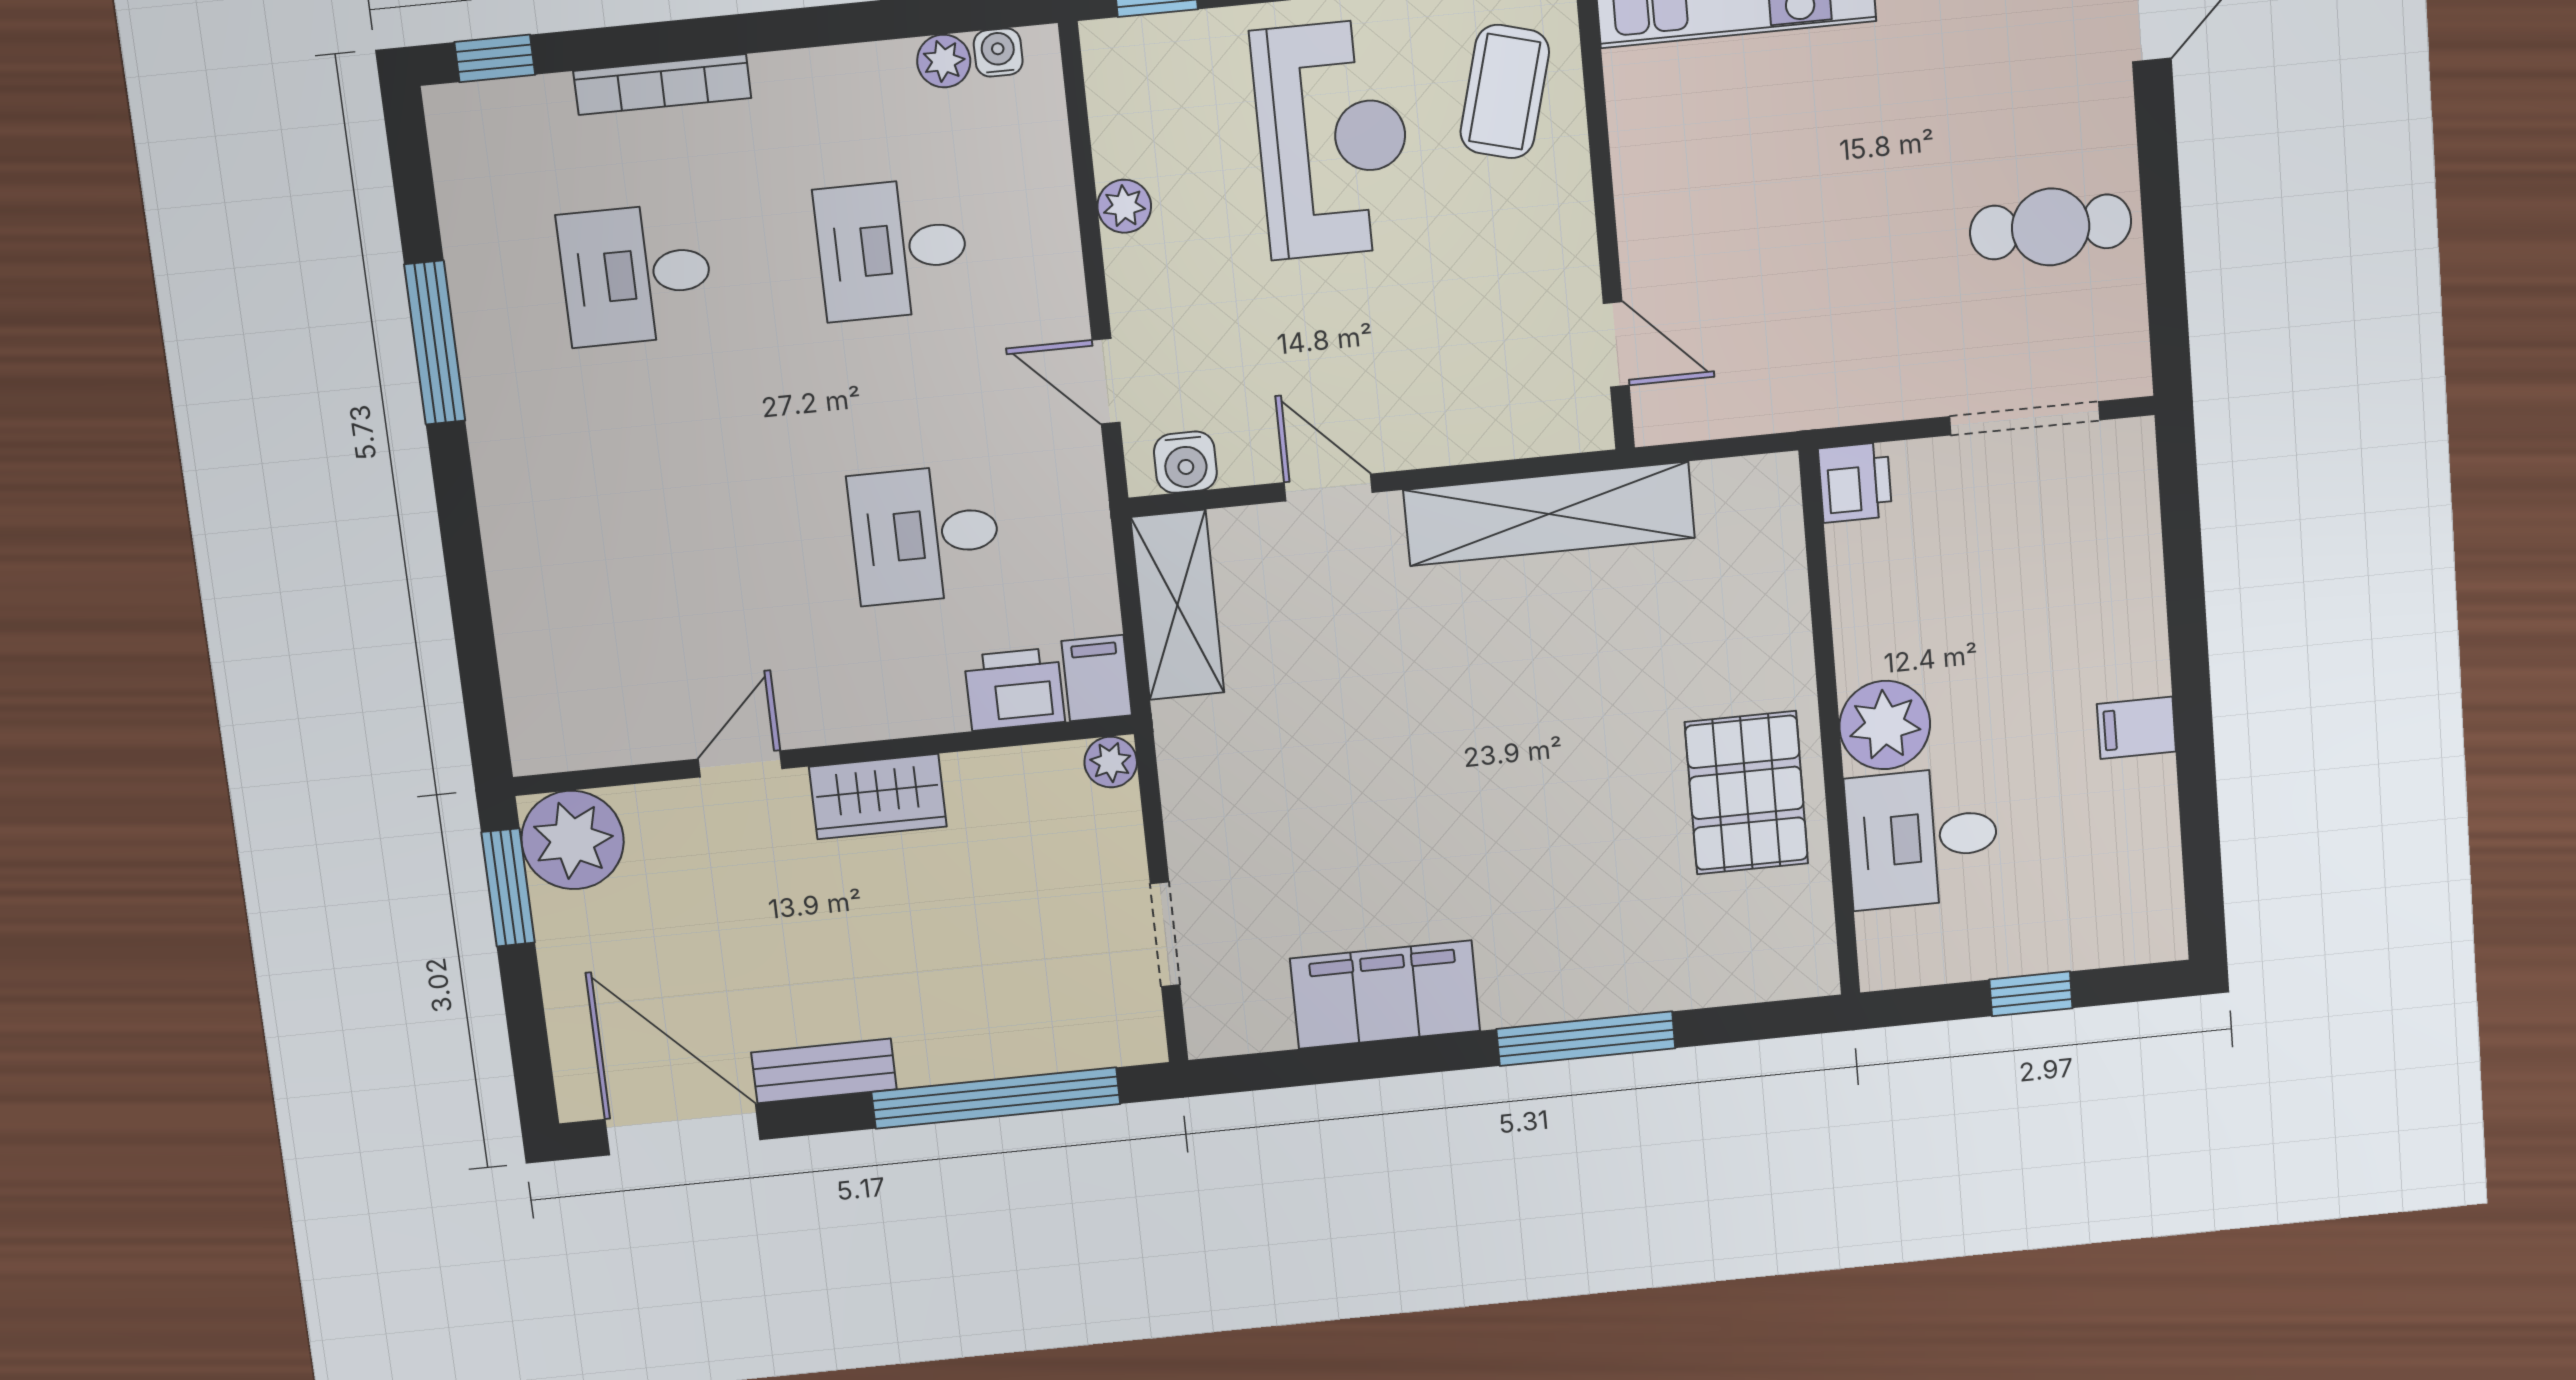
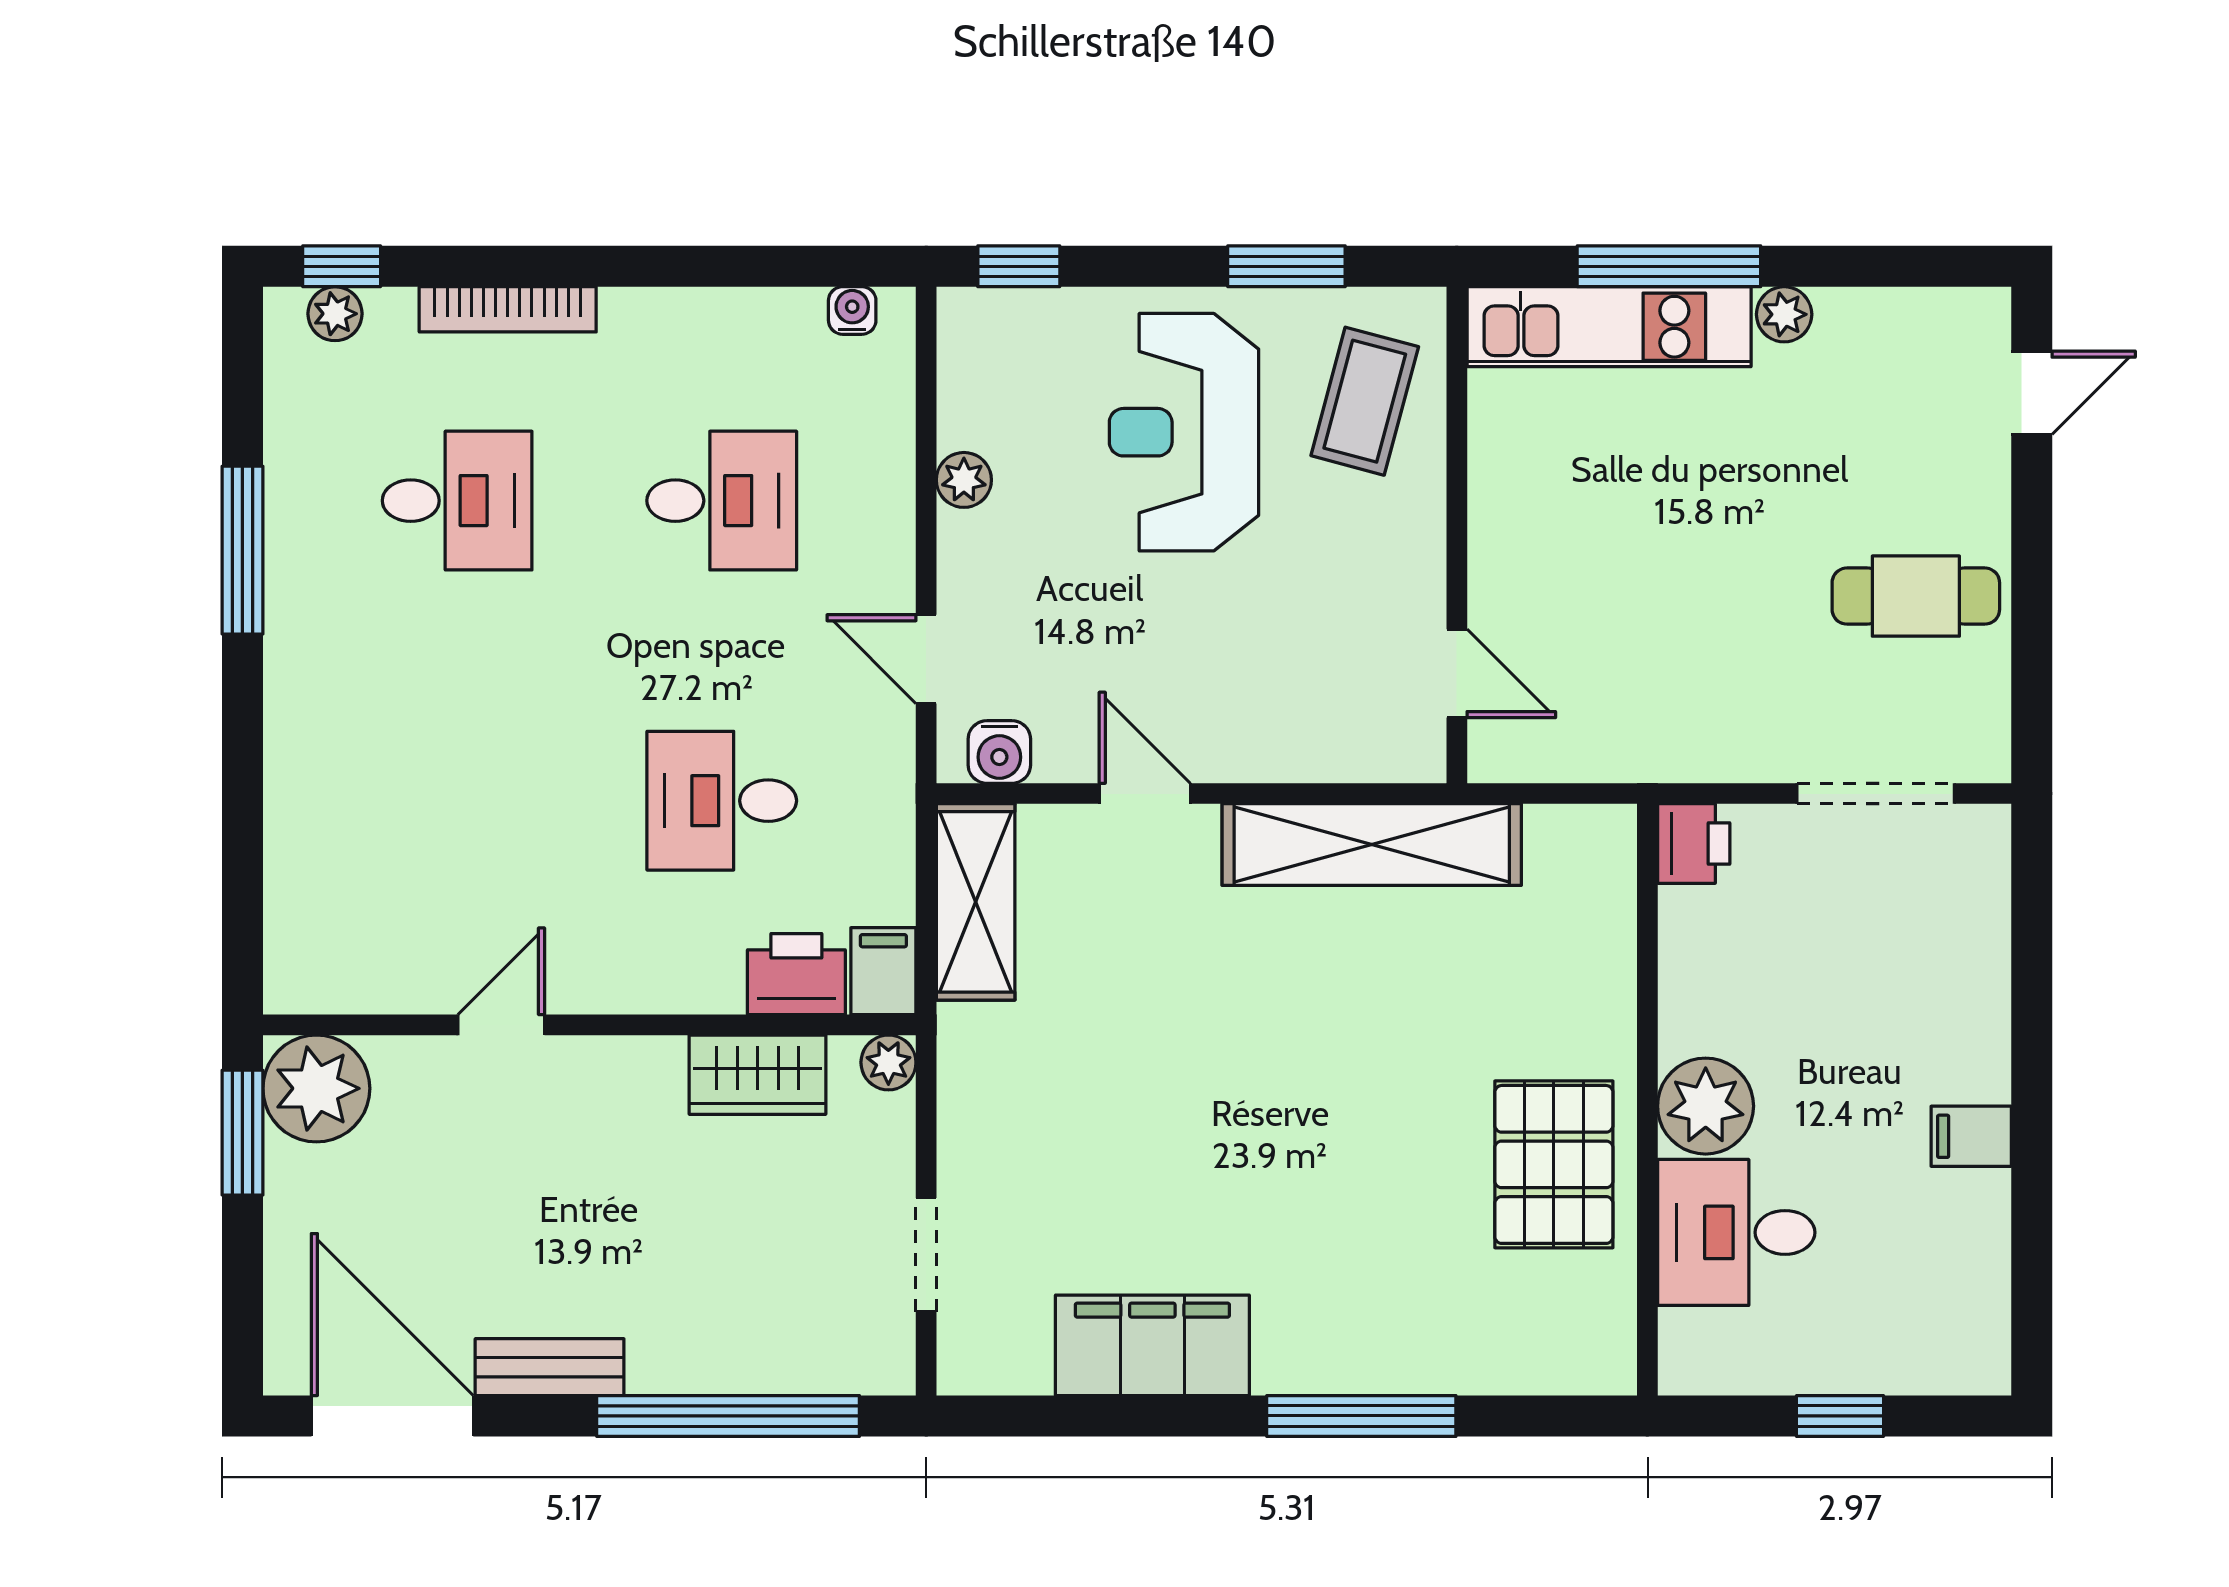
plant: (944, 61) -> (335, 314), moved
reception desk: (1332, 139) -> (1184, 432), turned 180
desk: (892, 249) -> (722, 501), turned 180
desk: (636, 275) -> (457, 501), turned 180
wardrobe: (878, 797) -> (758, 1075), moved

